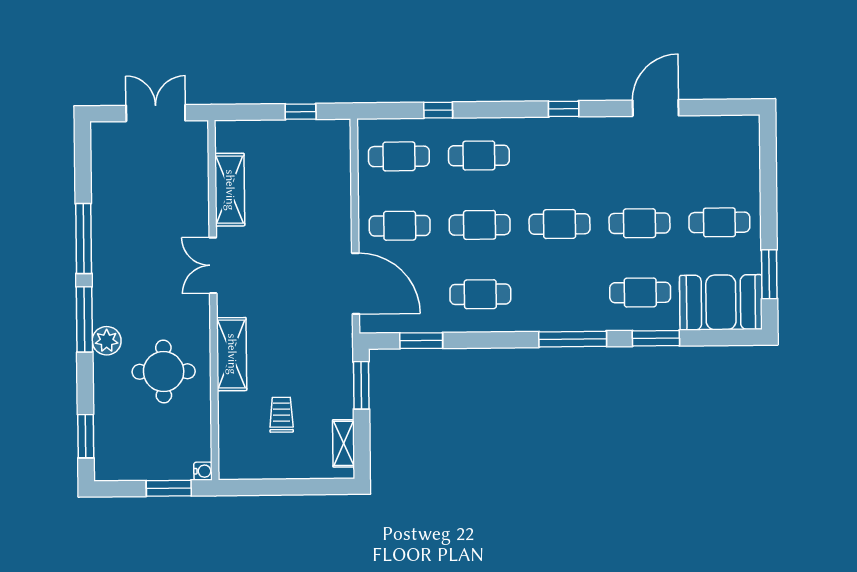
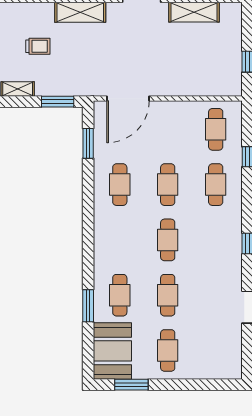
cafe table: (400, 226) -> (168, 129), removed
window: (573, 339) -> (88, 248), removed

